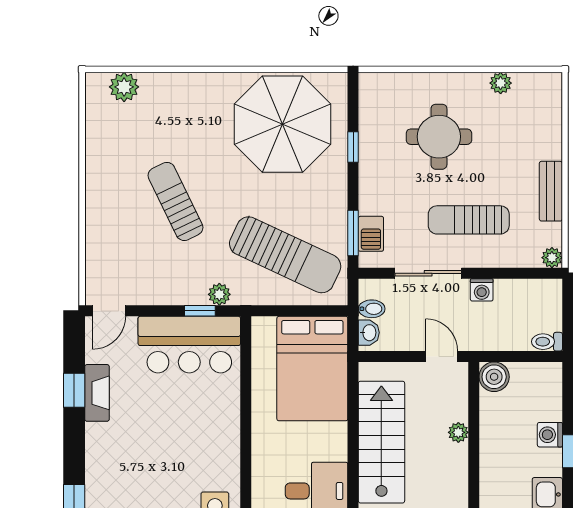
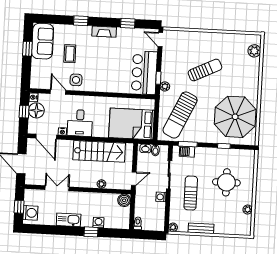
fireplace: (97, 393) -> (104, 32), moved

